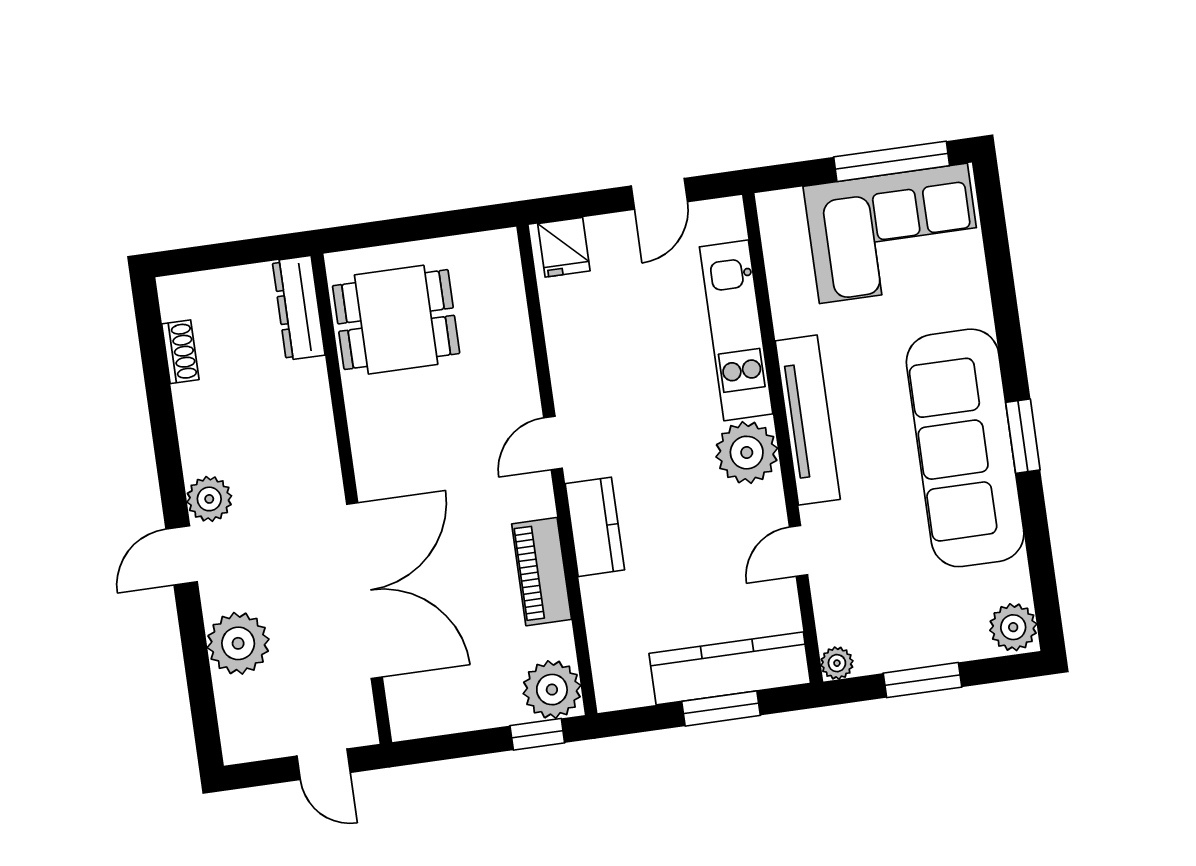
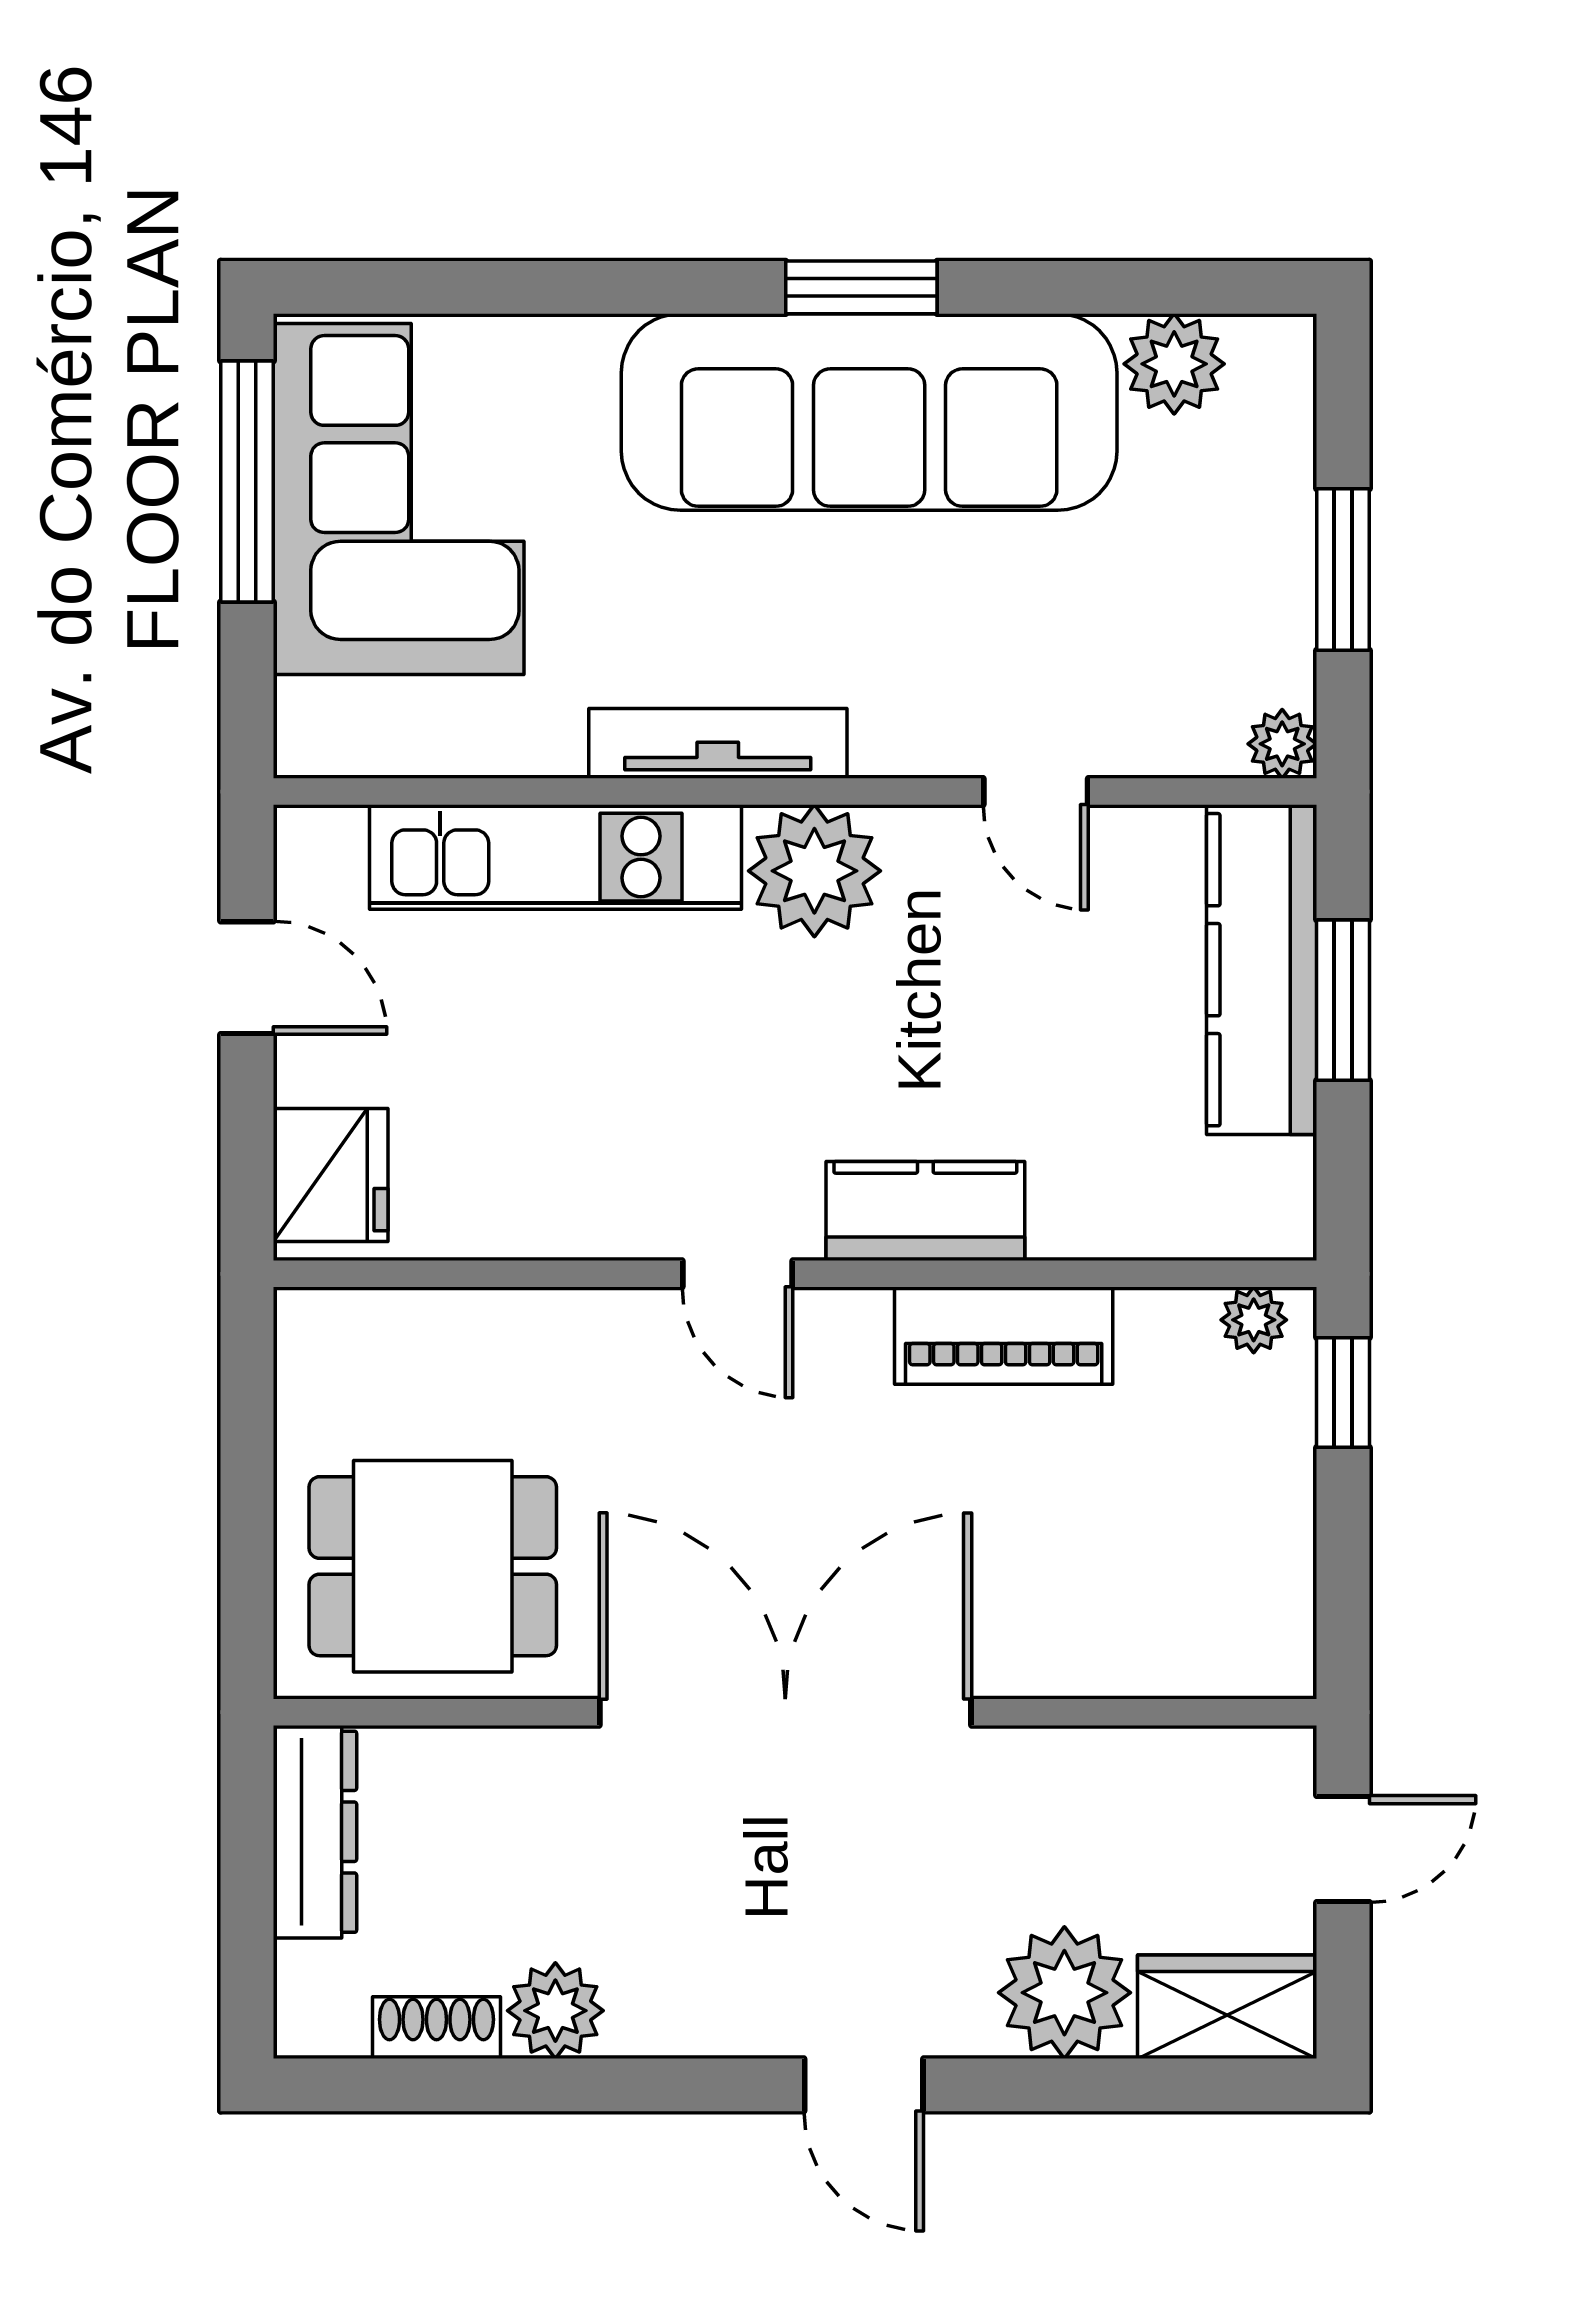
fridge: (564, 247) -> (331, 1175), width x1.38
dresser: (299, 308) -> (315, 1832), moved, turned -90
dining table: (396, 320) -> (433, 1566), turned 90
tv unit: (808, 420) -> (718, 743), width x0.73, depth x0.78
plant: (209, 499) -> (555, 2011), moved
double door: (365, 591) -> (785, 1712), moved
plant: (1013, 627) -> (1174, 364), moved
plant: (552, 690) -> (1254, 1320), width x0.53, depth x0.53
wardrobe: (242, 720) -> (1227, 2007), added

